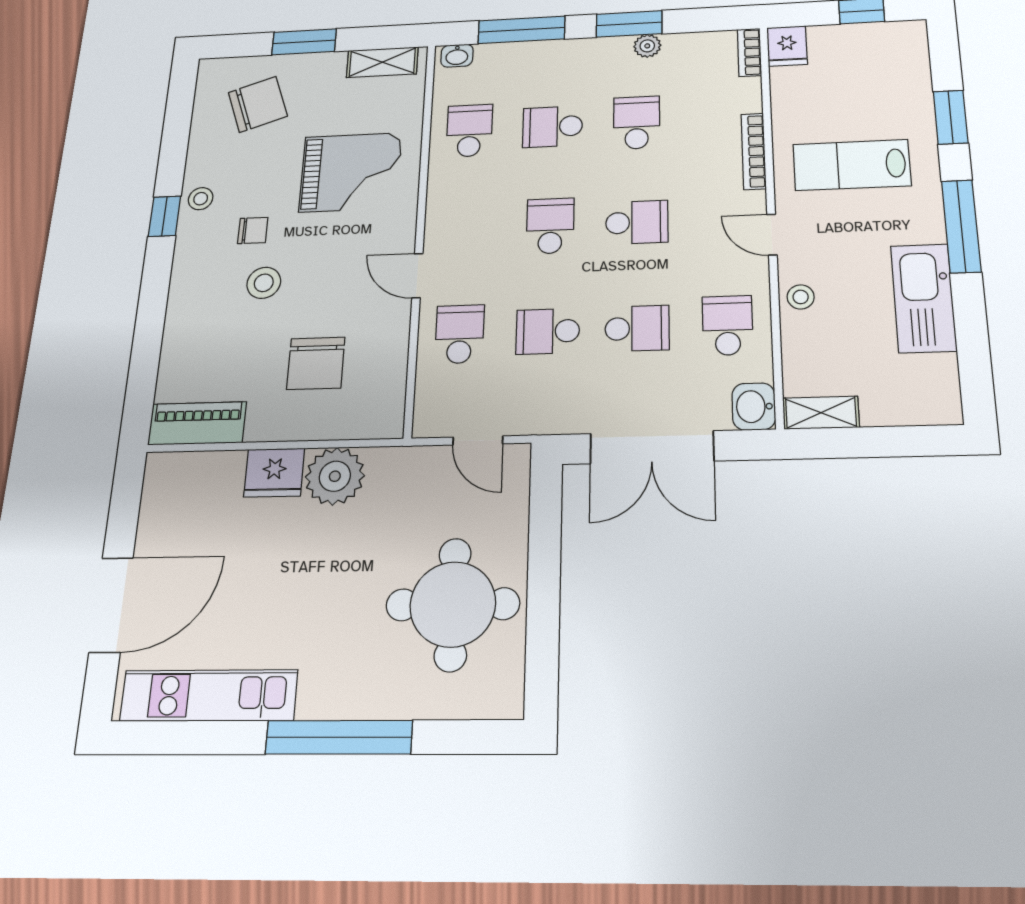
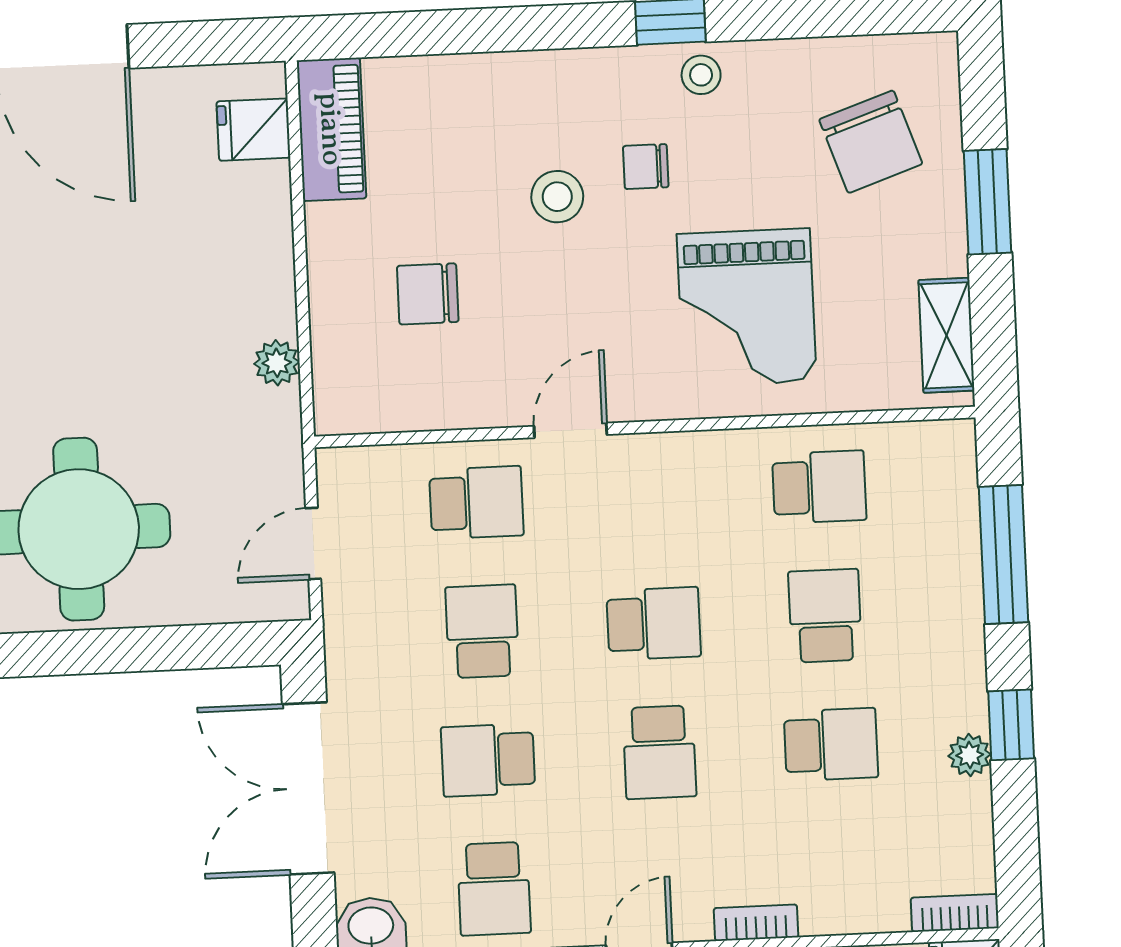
window: (629, 24) -> (1011, 725), width x0.67
washbasin: (457, 56) -> (957, 455), removed
bookcase: (754, 151) -> (756, 923), width x0.64
chair: (253, 230) -> (646, 167), turned 90
school desk: (728, 325) -> (494, 889), turned 90
school desk: (637, 328) -> (488, 760), turned 90
chair: (316, 363) -> (428, 294), width x0.73, depth x0.73
fridge: (274, 473) -> (253, 130), moved, width x0.72
plant: (335, 476) -> (277, 363), width x0.53, depth x0.53

